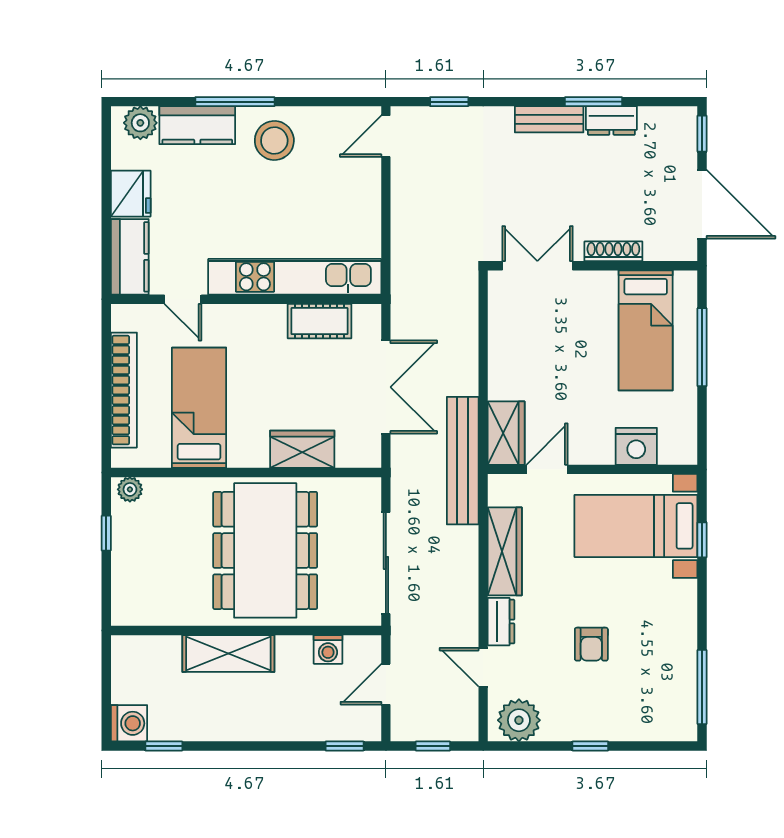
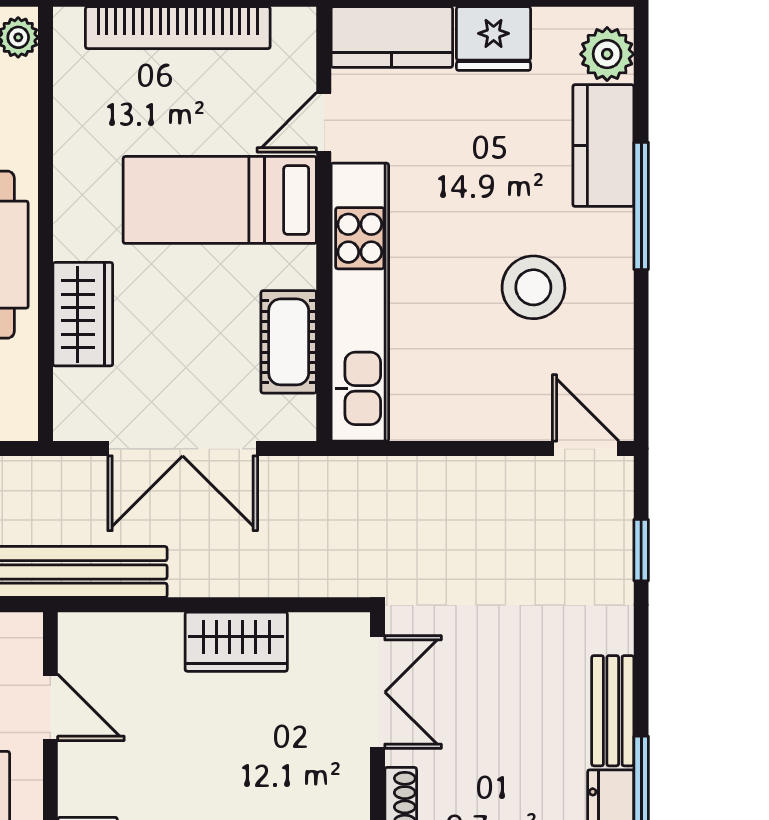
stool: (274, 141) -> (533, 287), moved
bed: (199, 408) -> (220, 200), moved, turned 180
wardrobe: (506, 433) -> (236, 642), moved

